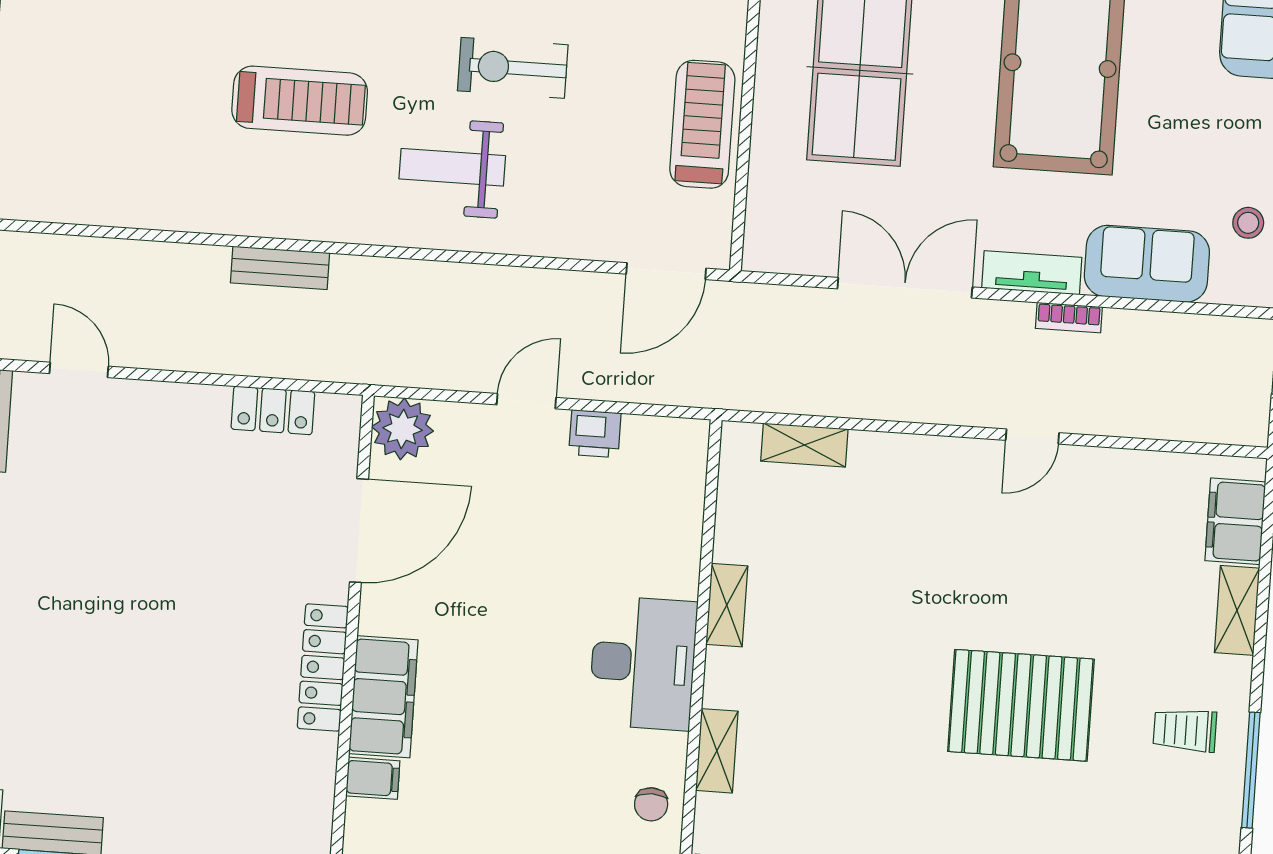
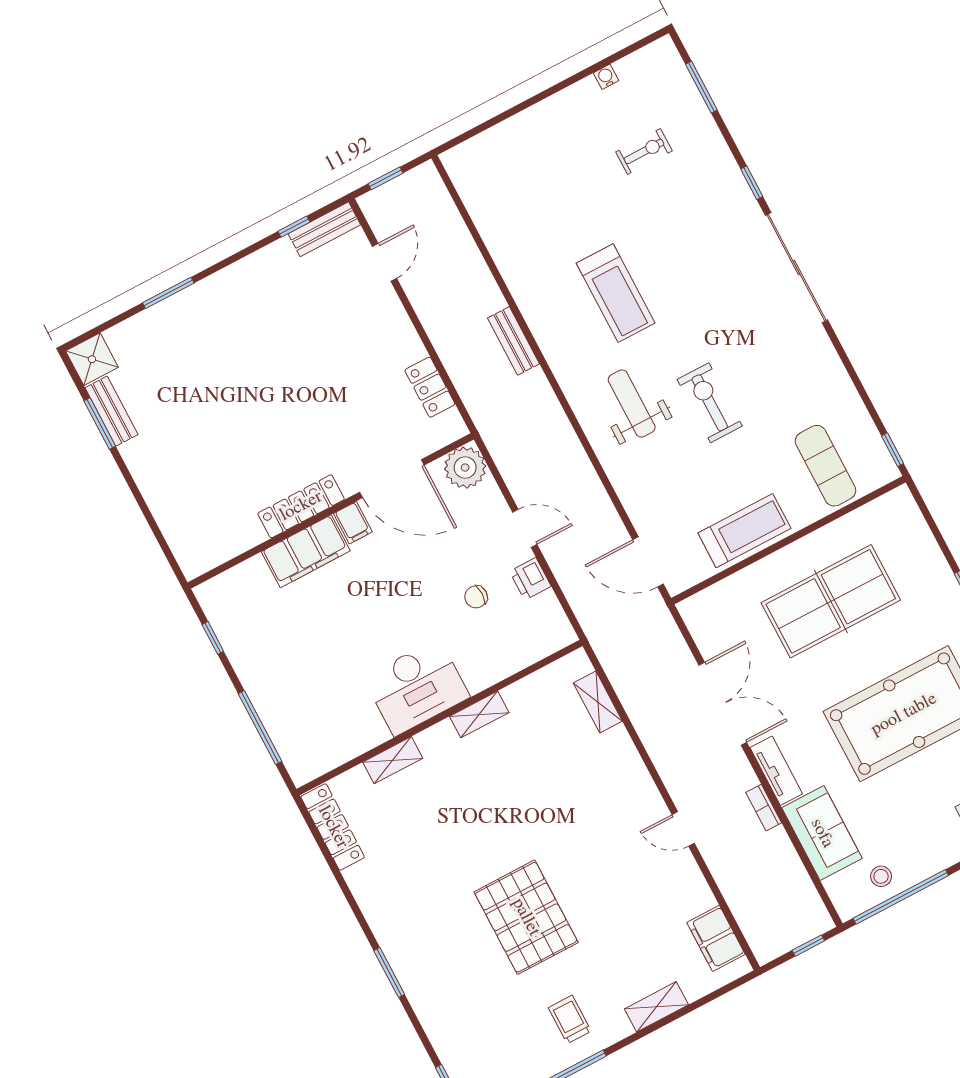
filing cabinet: (1235, 521) -> (716, 938), moved, turned -90
filing cabinet: (373, 778) -> (353, 523), moved
chair: (651, 804) -> (476, 597), moved

